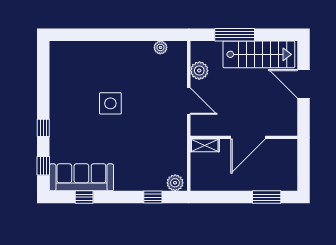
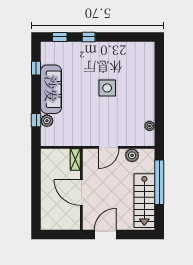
window: (235, 35) -> (159, 182), width x1.46
door: (304, 84) -> (105, 235), moved
sofa: (81, 177) -> (51, 89), moved
plant: (175, 183) -> (47, 121), moved
window: (267, 197) -> (36, 206), removed

